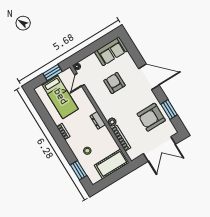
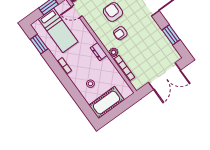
door: (79, 80) -> (77, 11), hinge flipped
armchair: (151, 117) -> (120, 33), moved, width x0.53, depth x0.53
cot: (112, 164) -> (107, 102), moved
window: (79, 170) -> (39, 44), moved

